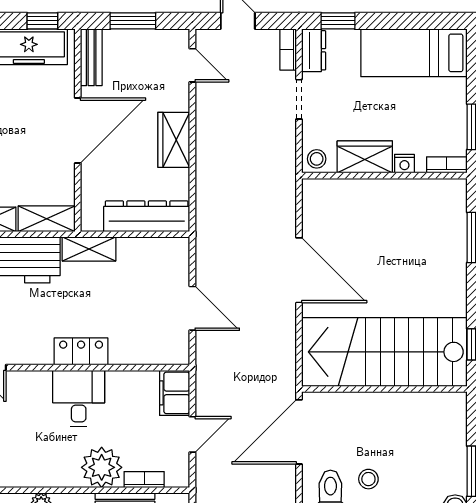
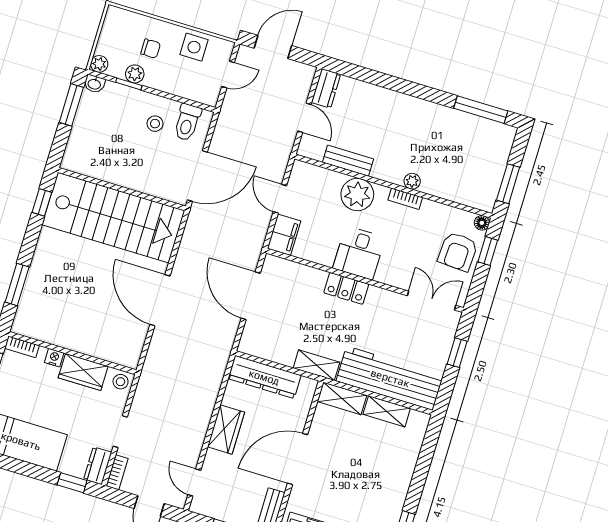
door: (192, 308) -> (251, 296), width x1.36
door: (192, 434) -> (280, 199), hinge flipped
bookcase: (144, 480) -> (405, 199), moved

